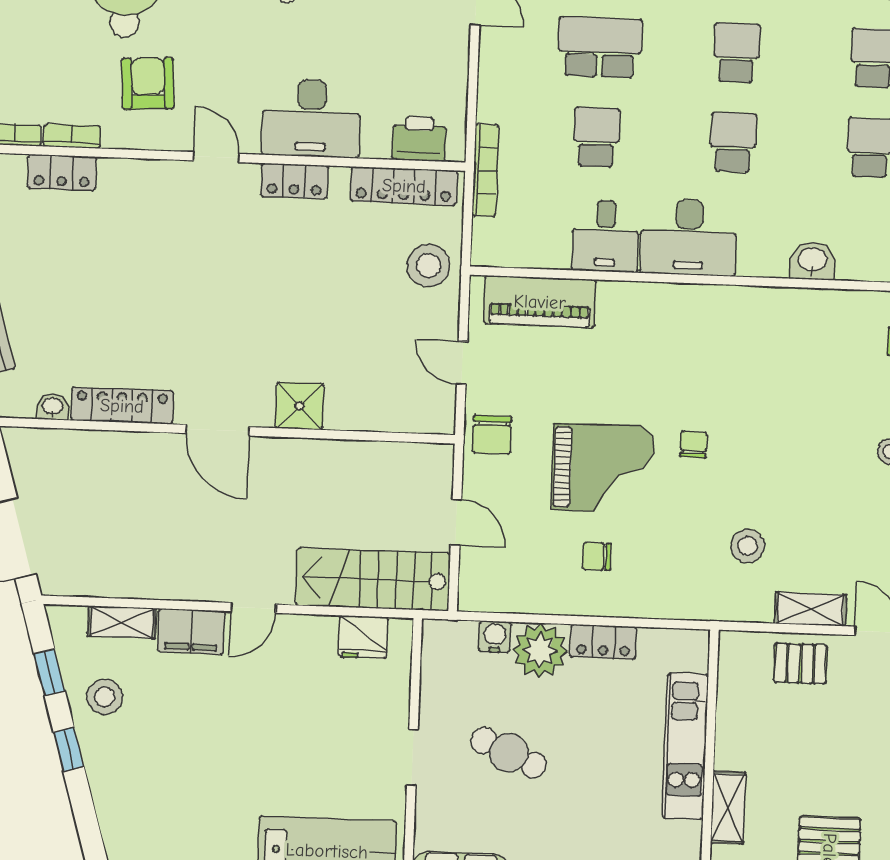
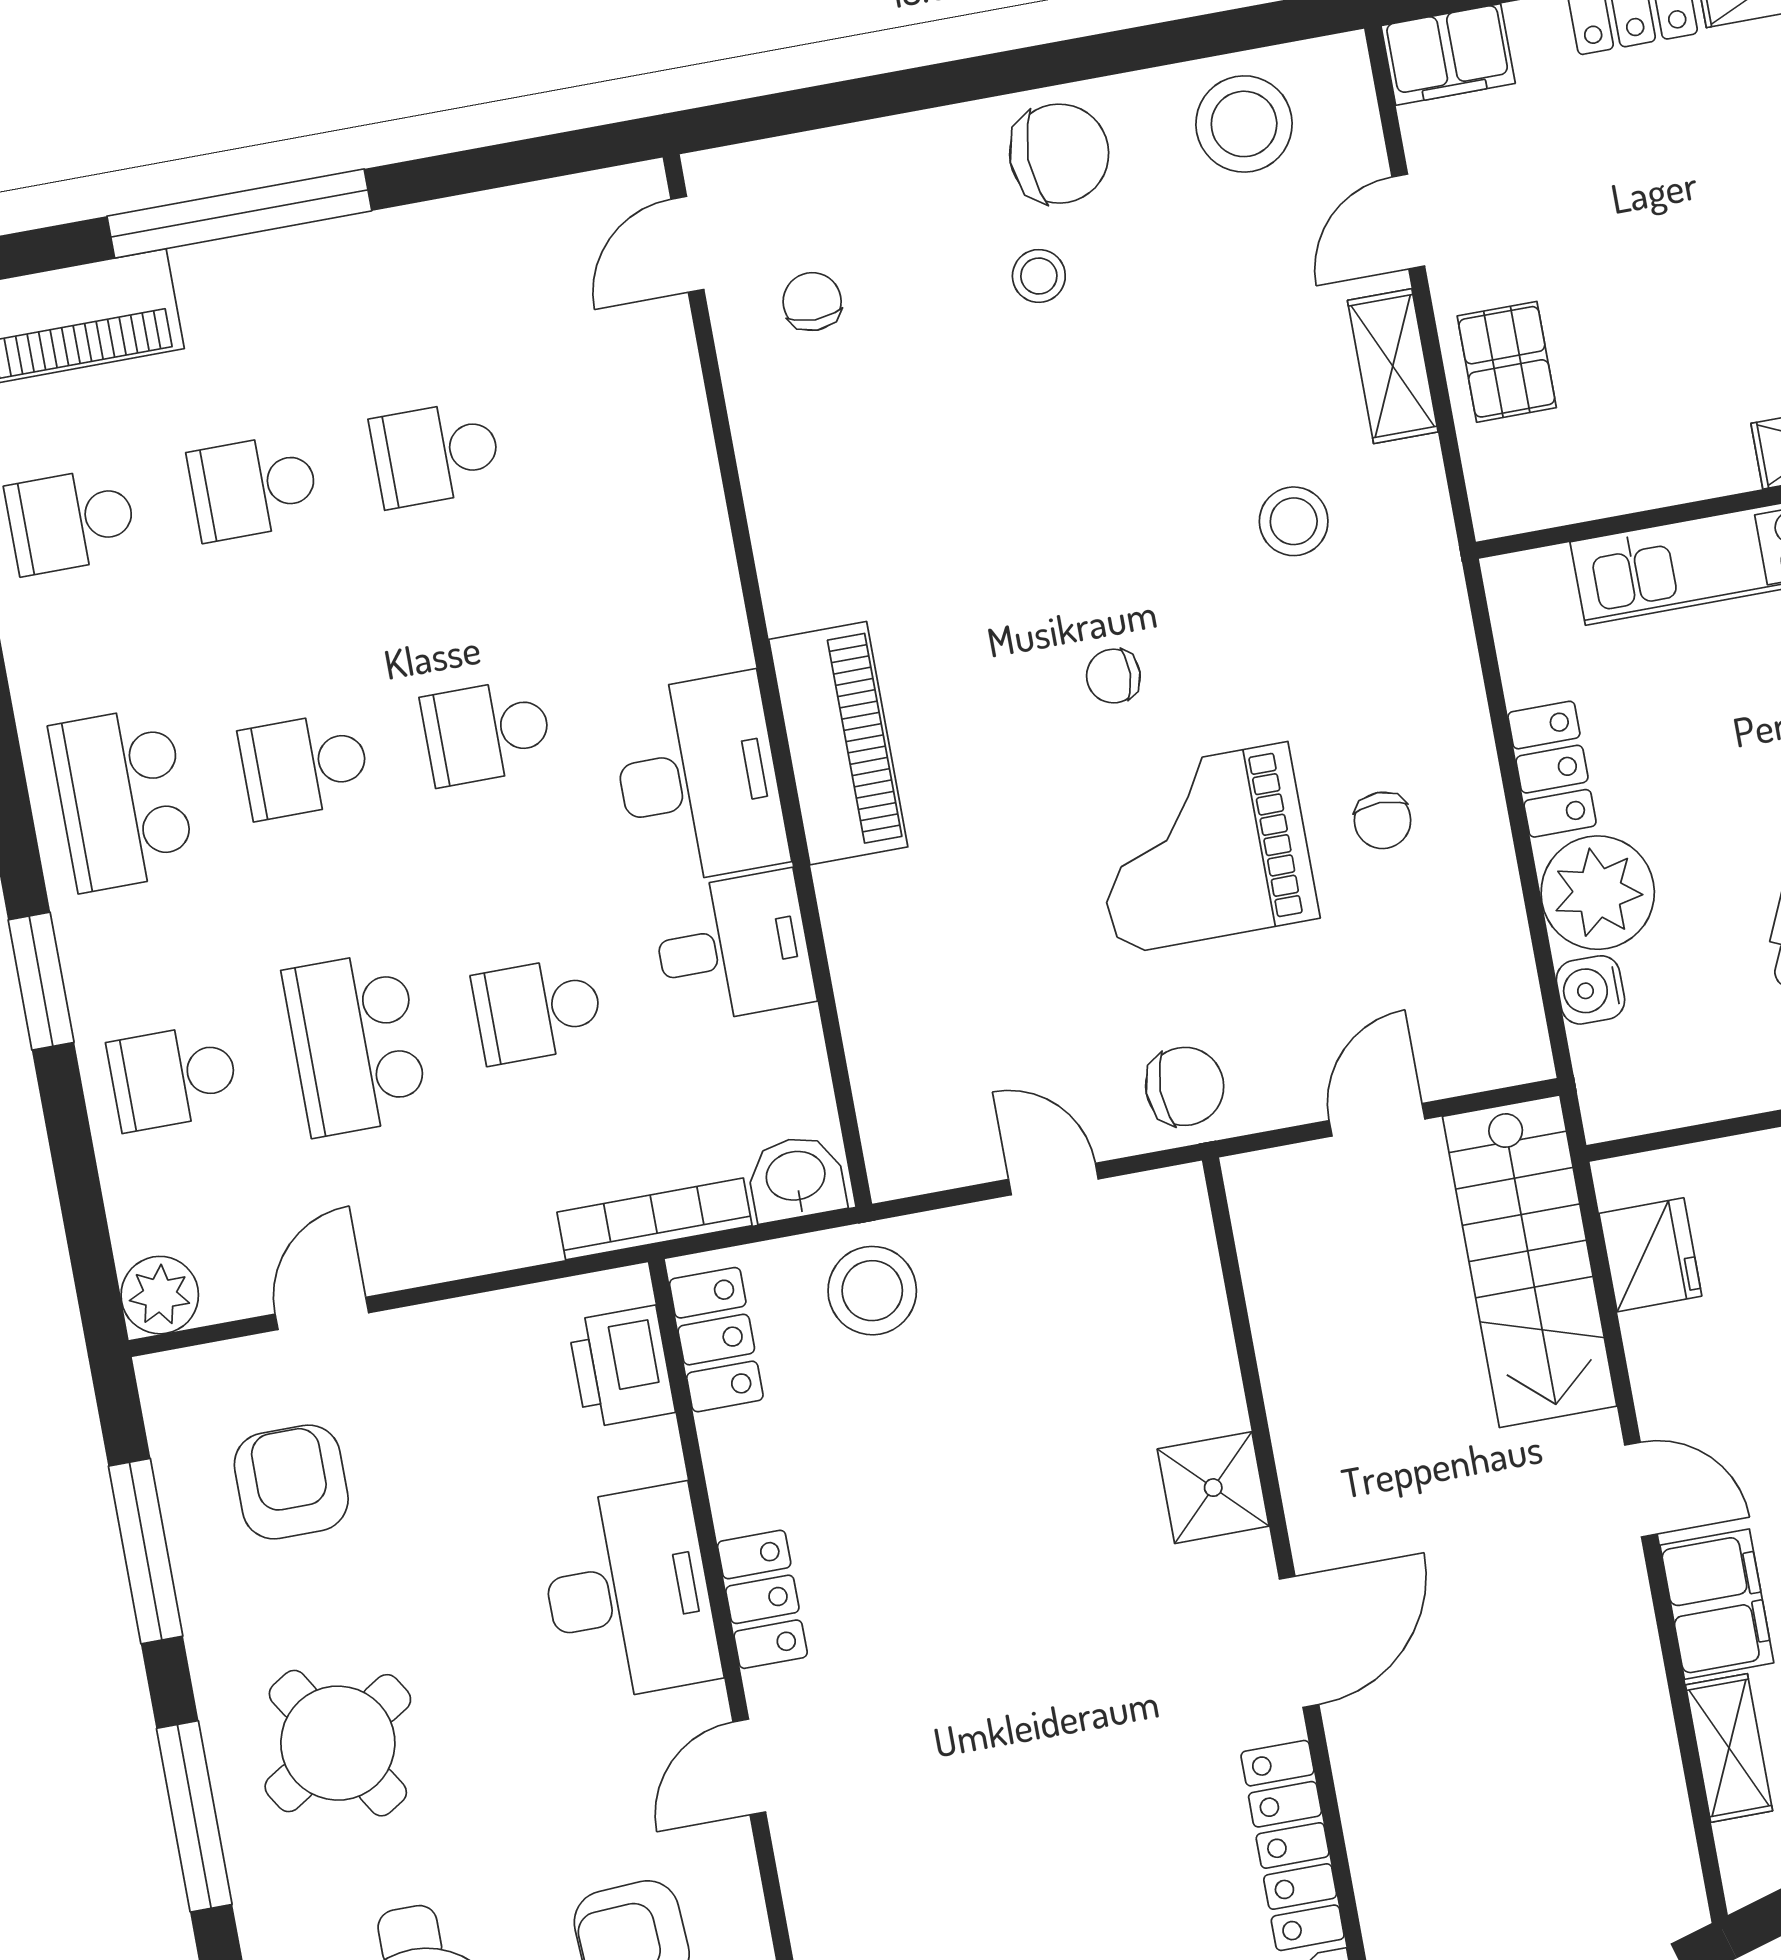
locker: (404, 186) -> (716, 1340), width x0.66
washbasin: (813, 261) -> (796, 1178), moved, turned 90
piano: (540, 302) -> (838, 743), moved
door: (462, 363) -> (1053, 1179), swing flipped
grand piano: (603, 468) -> (1202, 848), turned -90

